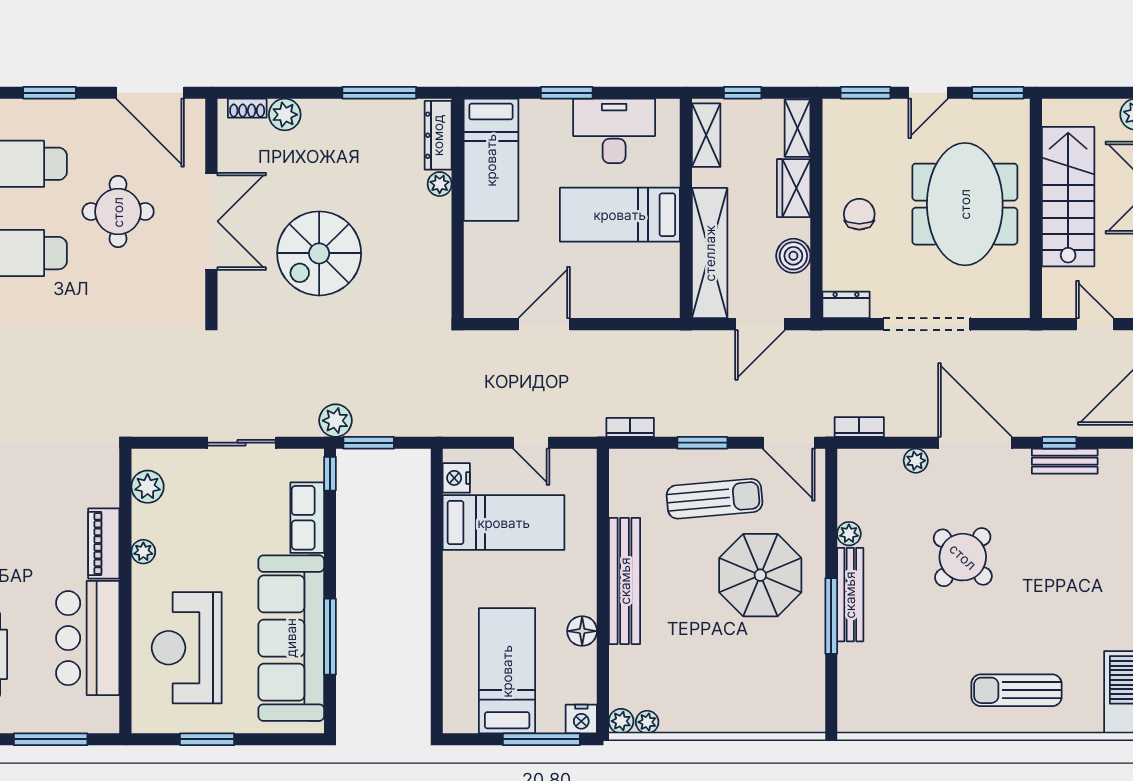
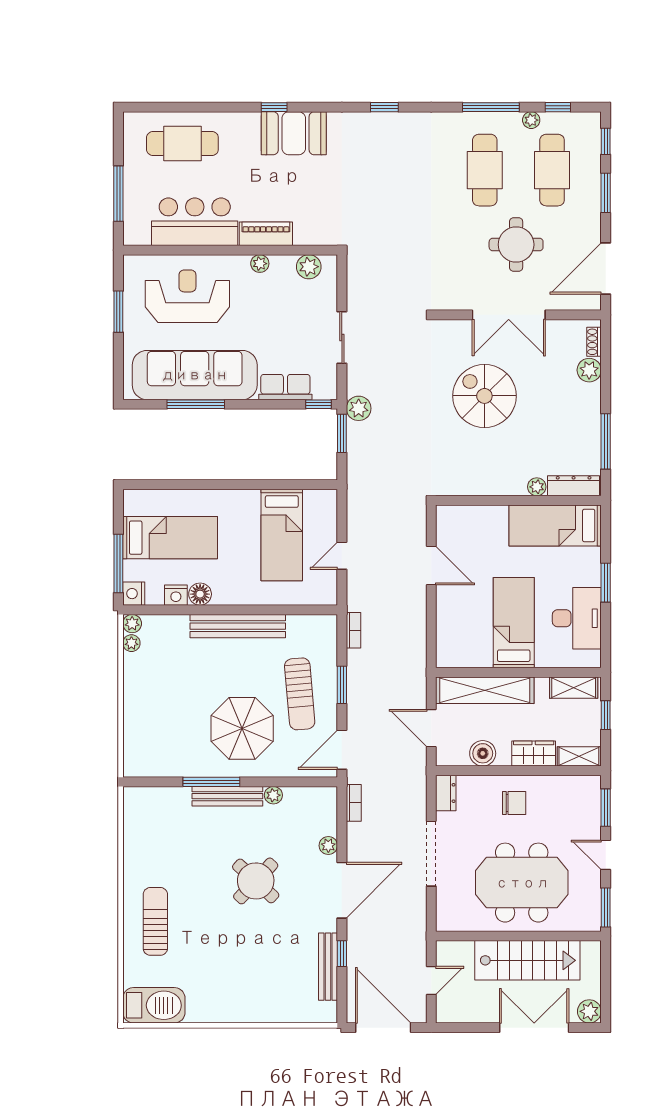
bench: (1065, 461) -> (328, 967), width x1.36
nightstand: (456, 478) -> (176, 595), moved, turned 180

